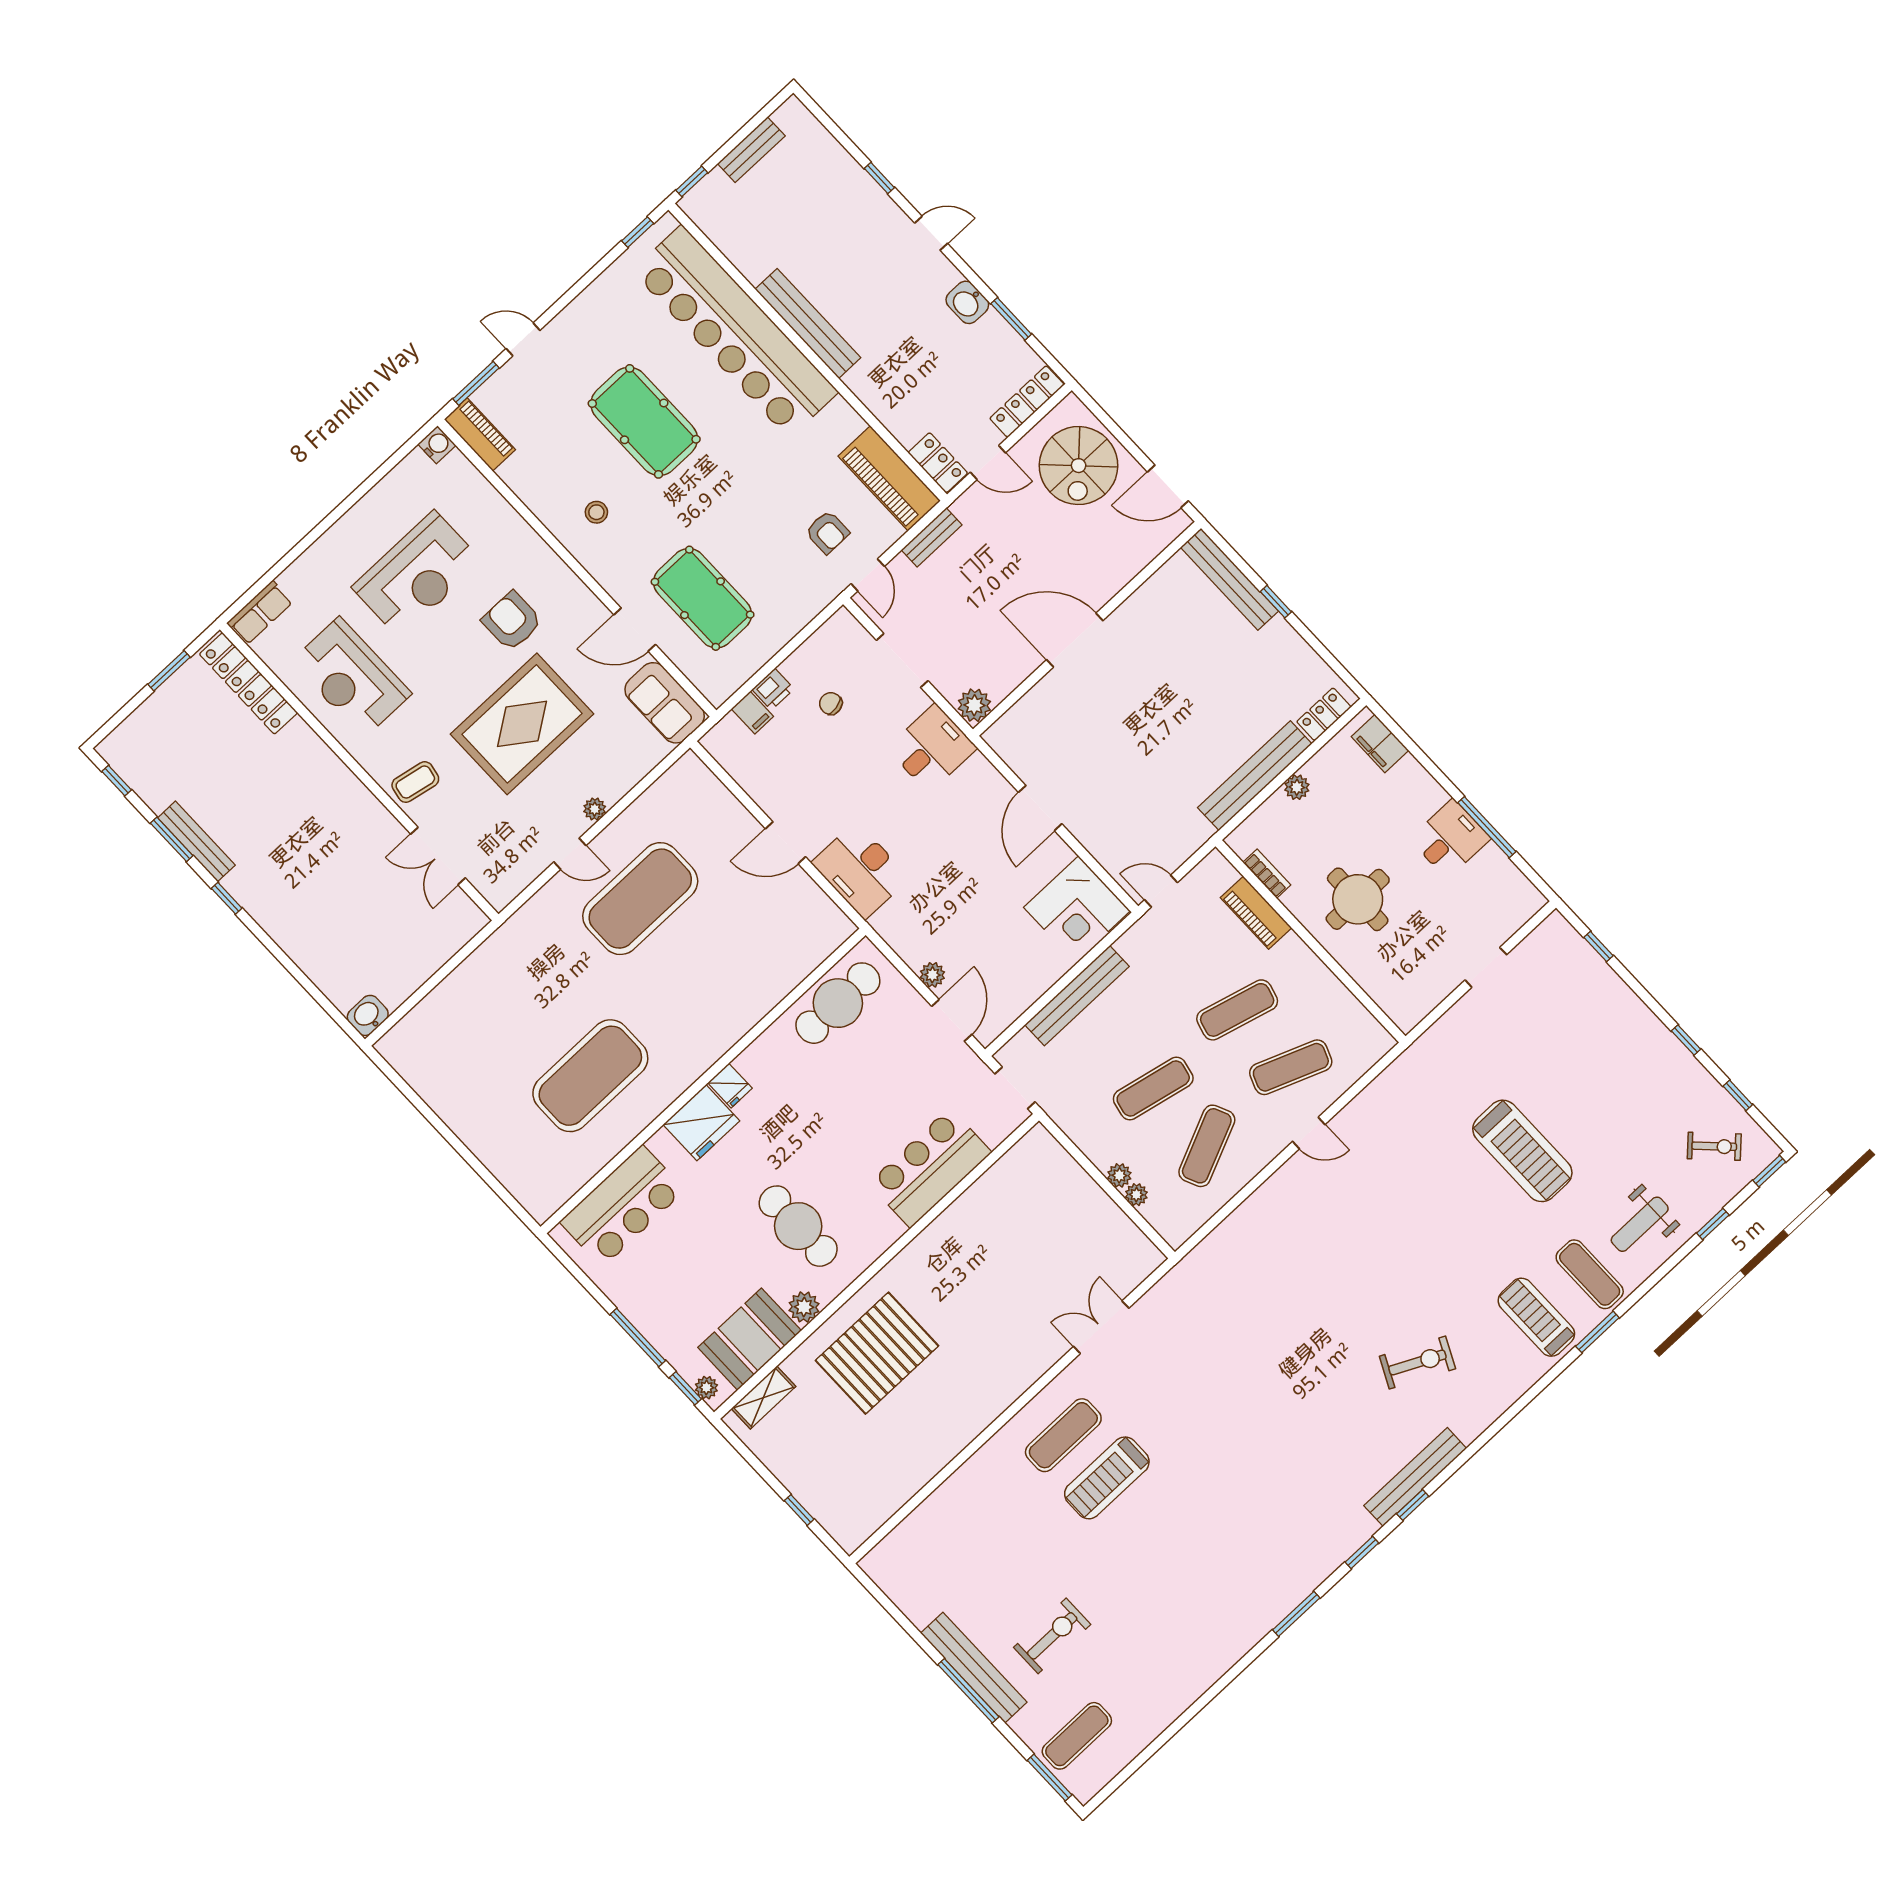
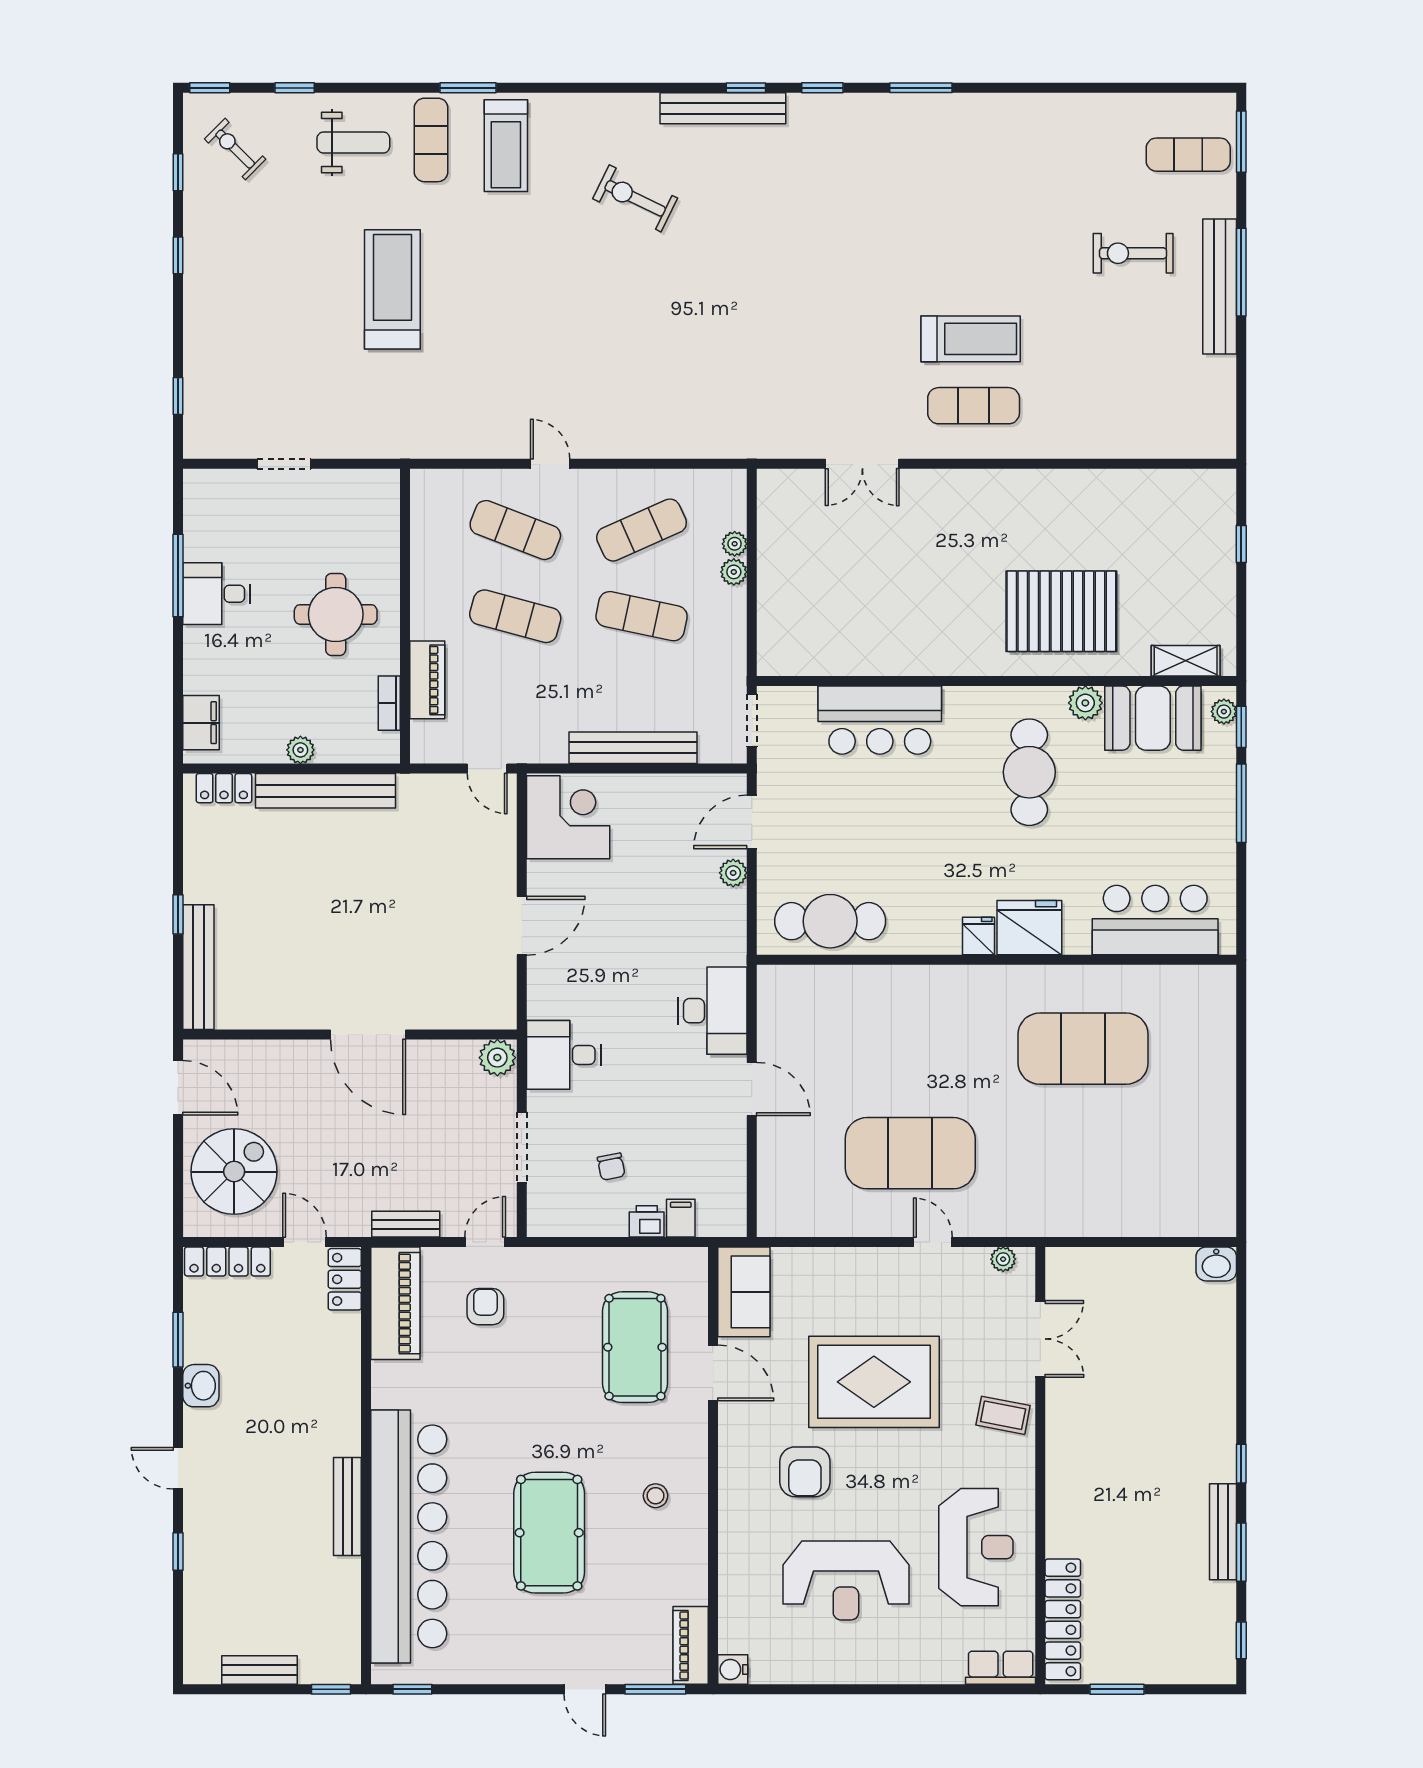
bench: (808, 323) -> (347, 1507), width x0.73, depth x0.82
reception desk: (417, 574) -> (846, 1581), turned 180
plant: (595, 809) -> (1003, 1259), moved

